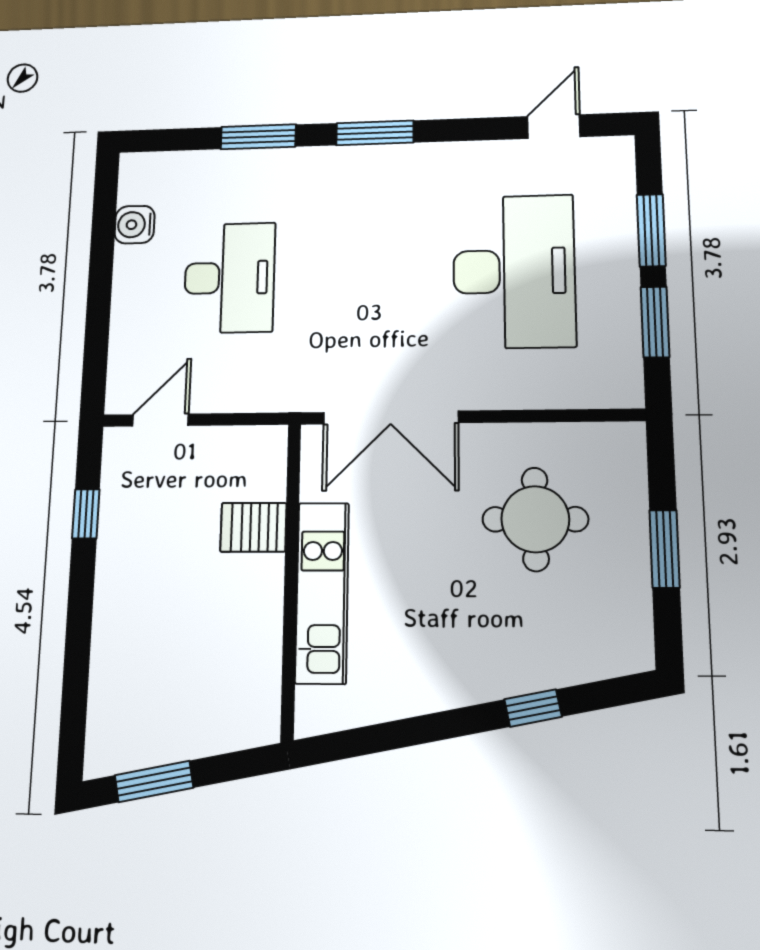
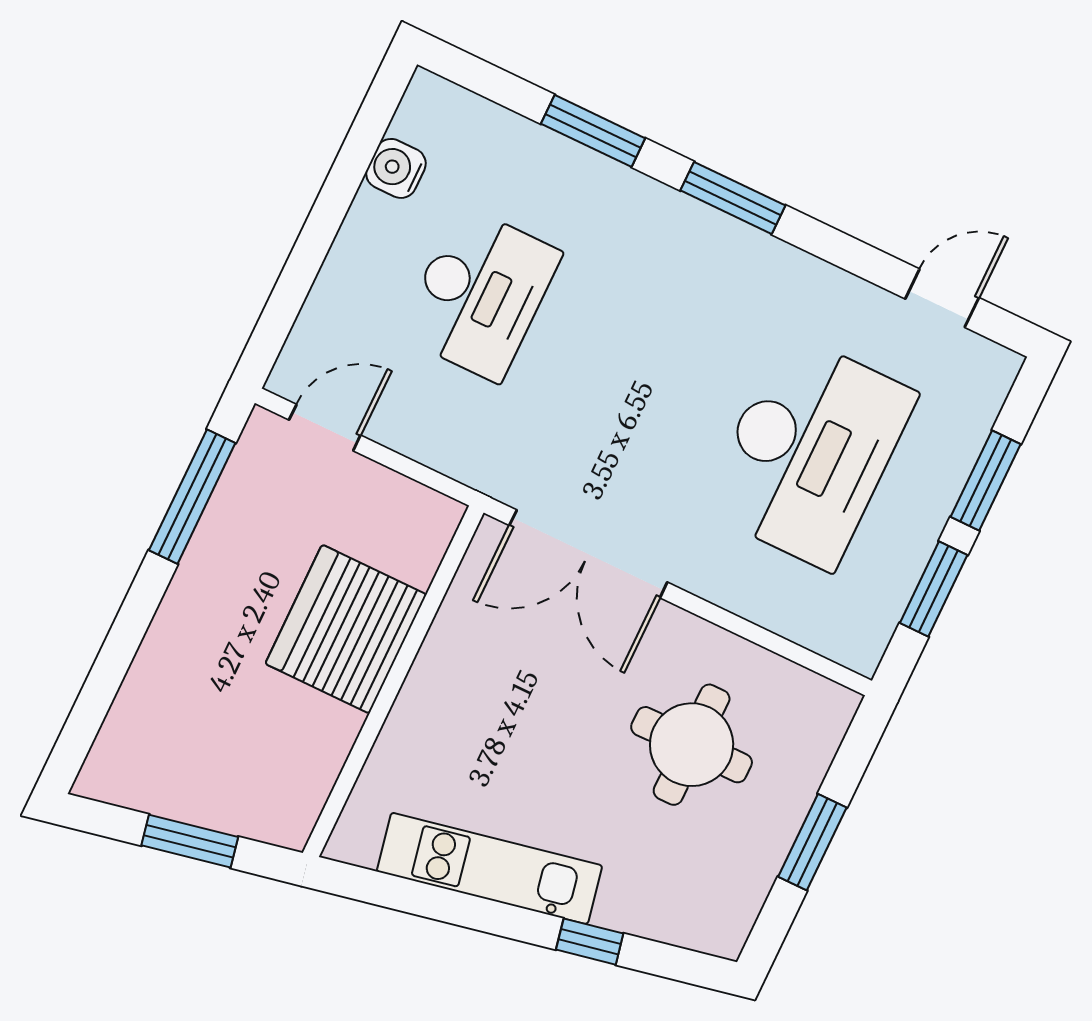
window: (86, 514) -> (192, 497), width x2.17
server rack: (253, 527) -> (346, 629), width x2.18, depth x1.44
kitchen unit: (322, 592) -> (489, 868), moved, turned -101
window: (154, 782) -> (190, 841), moved

